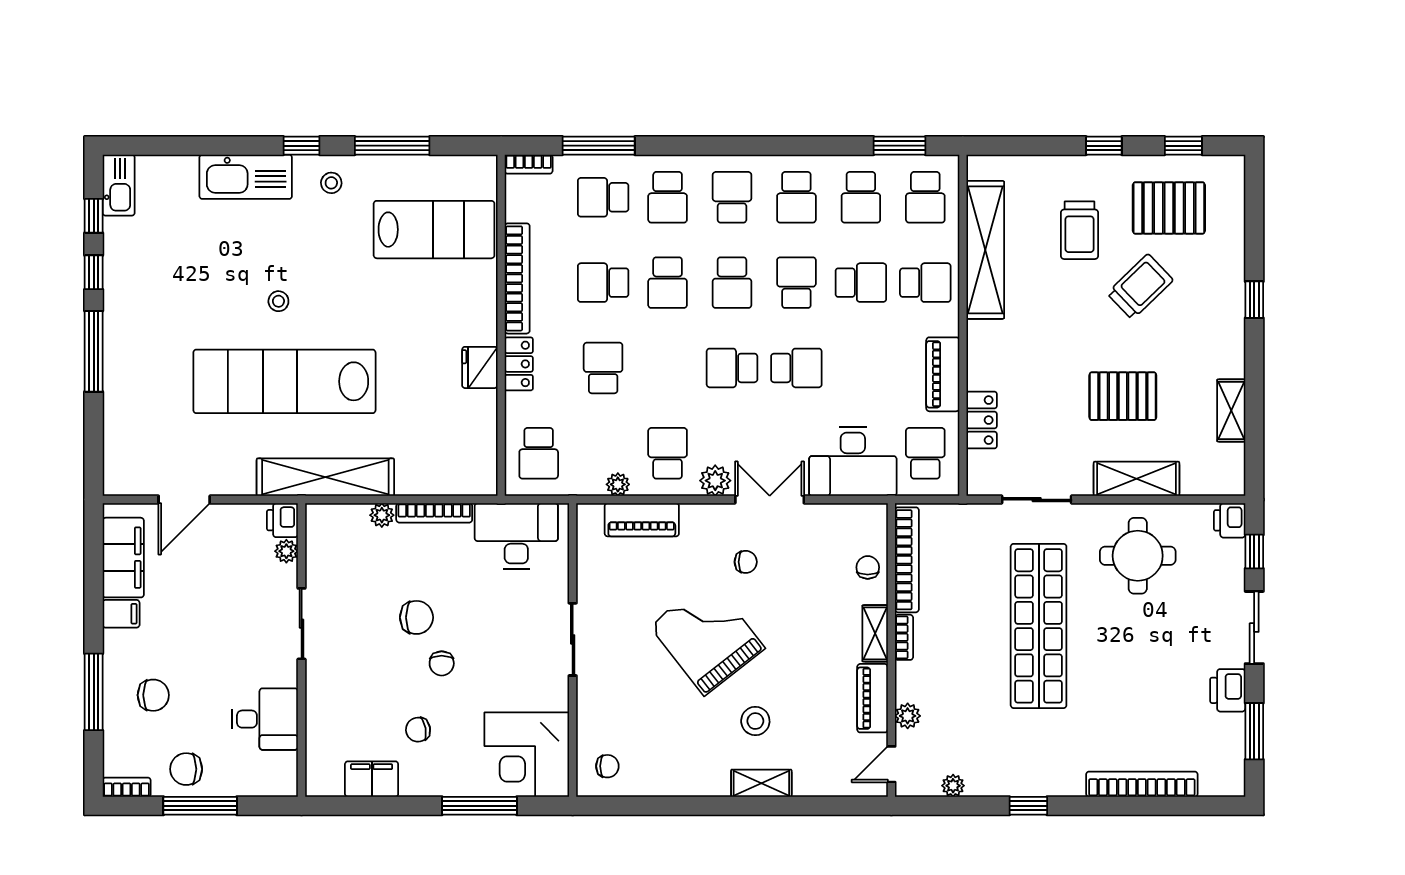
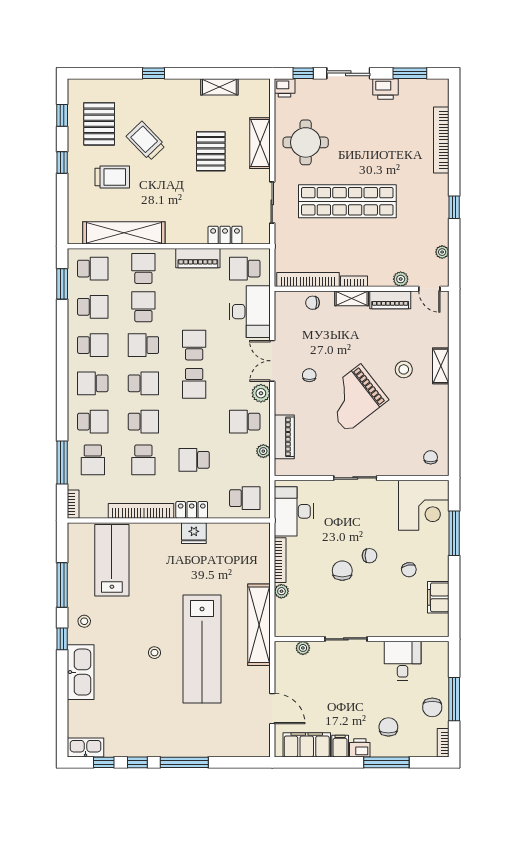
printer: (282, 520) -> (360, 748), moved, turned 180

